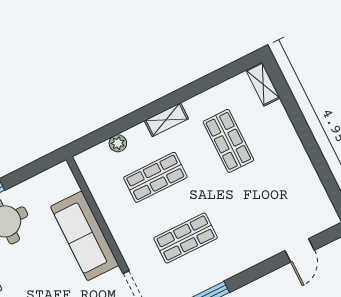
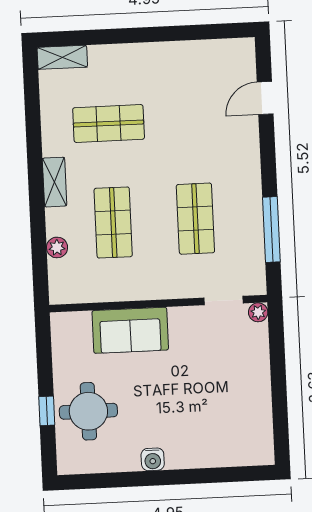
sofa: (85, 236) -> (130, 330), width x0.73
door: (300, 250) -> (265, 98), swing flipped

